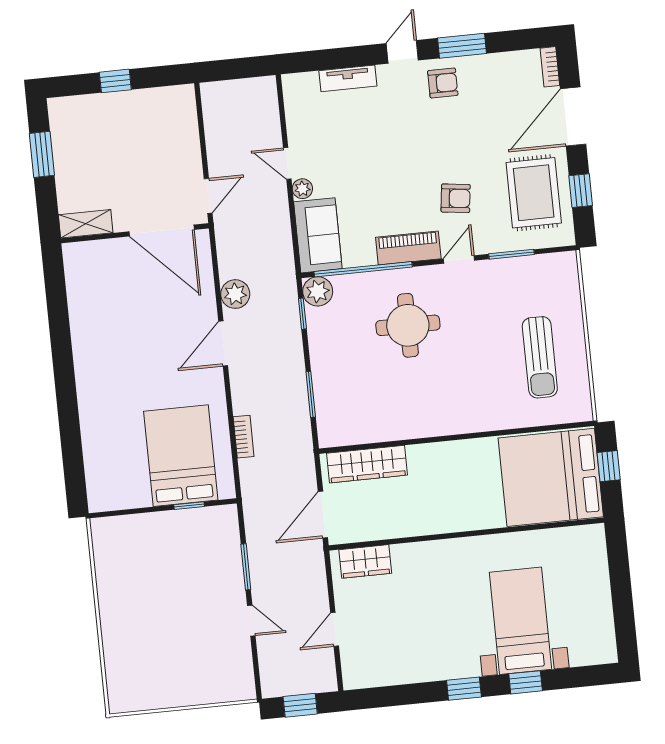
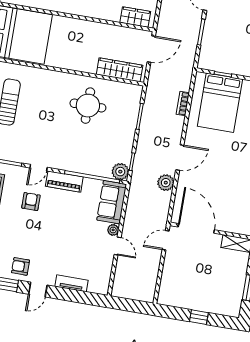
armchair: (456, 198) -> (31, 202), turned 83
round table: (408, 325) -> (88, 106), moved

